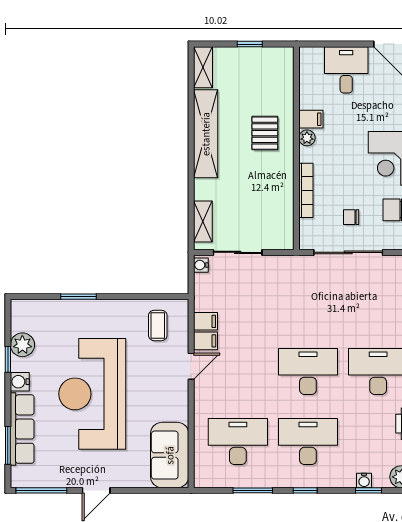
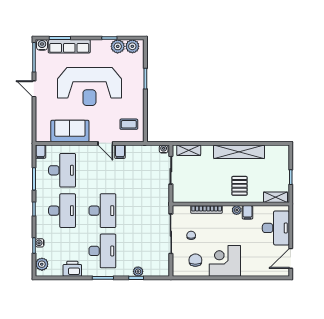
shelving: (203, 67) -> (276, 197), moved
desk: (346, 70) -> (276, 228), width x1.37
pallet: (265, 133) -> (239, 186), turned 90
plant: (22, 319) -> (132, 46), added
filing cabinet: (205, 321) -> (41, 152), moved
water cooler: (20, 382) -> (42, 45), moved
reception desk: (92, 394) -> (89, 87), turned 180
sofa: (170, 455) -> (70, 131), moved

